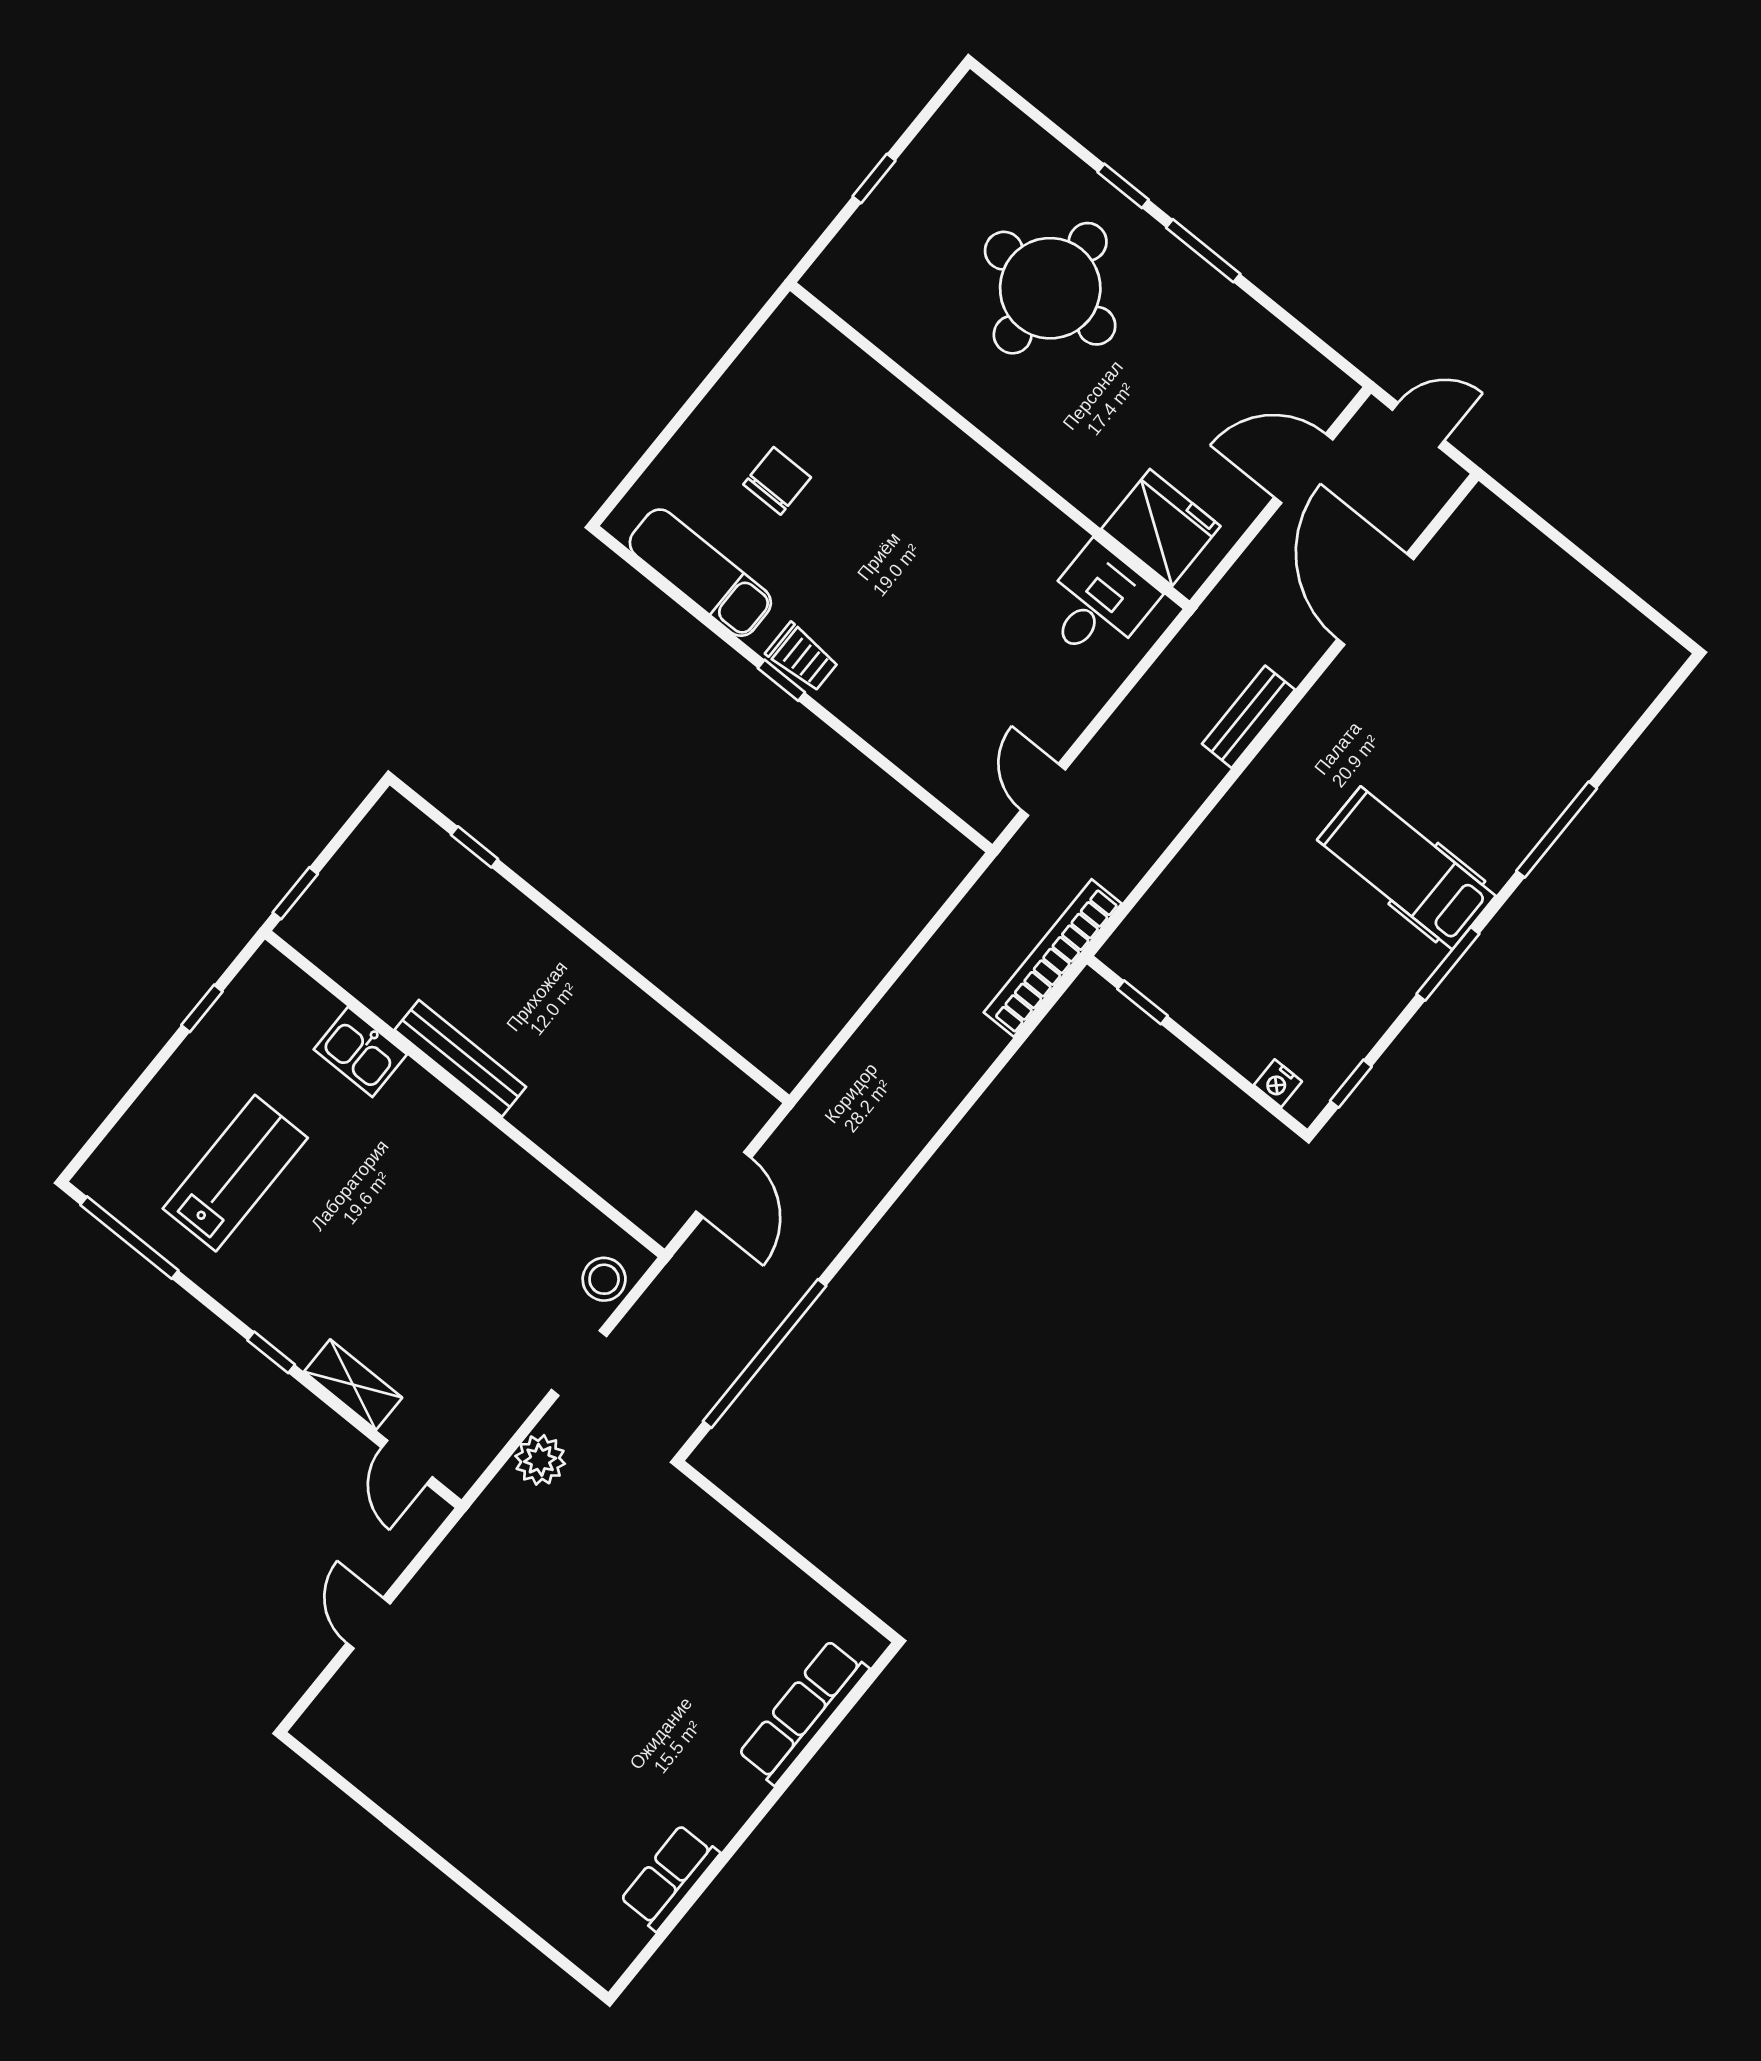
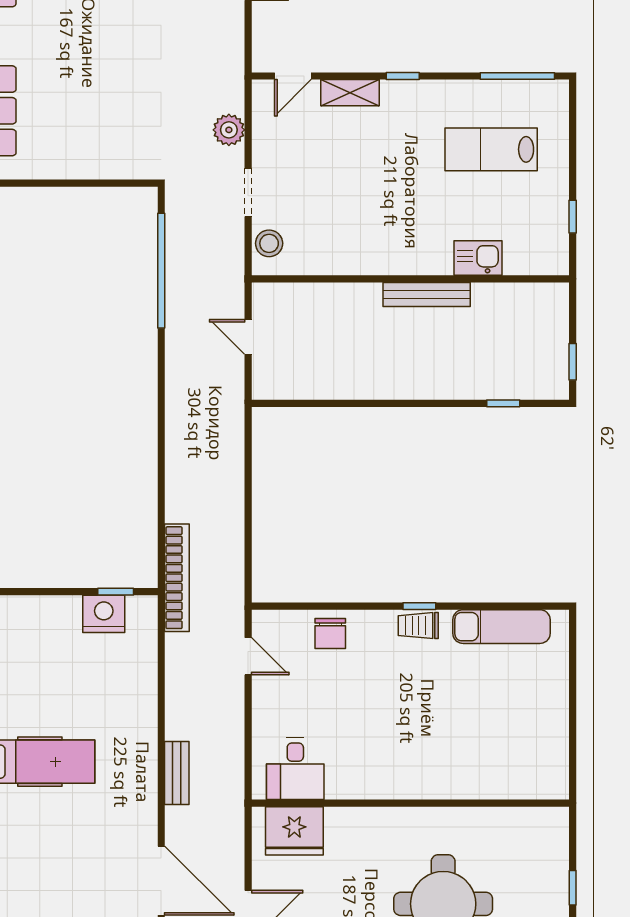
chair: (777, 481) -> (330, 634), moved
window: (295, 893) -> (573, 362), moved
nightstand: (1278, 1083) -> (104, 614), moved, width x1.89, depth x1.79
lab bench: (235, 1173) -> (491, 149), turned 90
door: (724, 1185) -> (248, 337), width x0.73
door: (407, 1462) -> (293, 76), swing flipped

